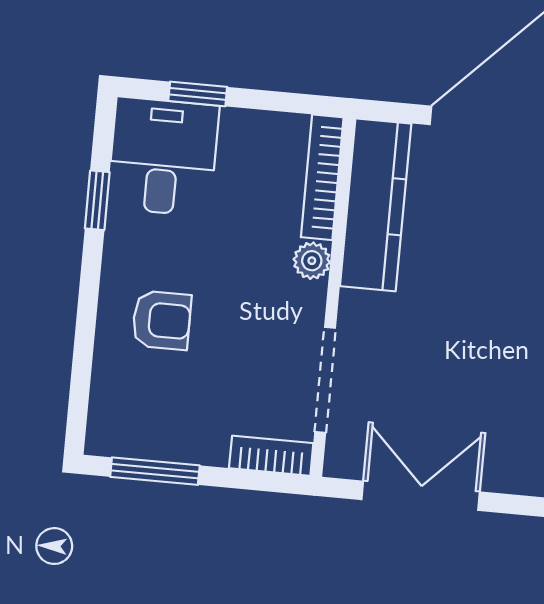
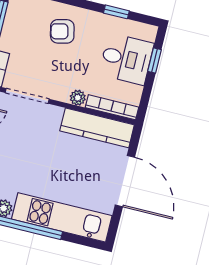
desk: (163, 157) -> (126, 59), moved
armchair: (162, 320) -> (62, 31), turned 77

